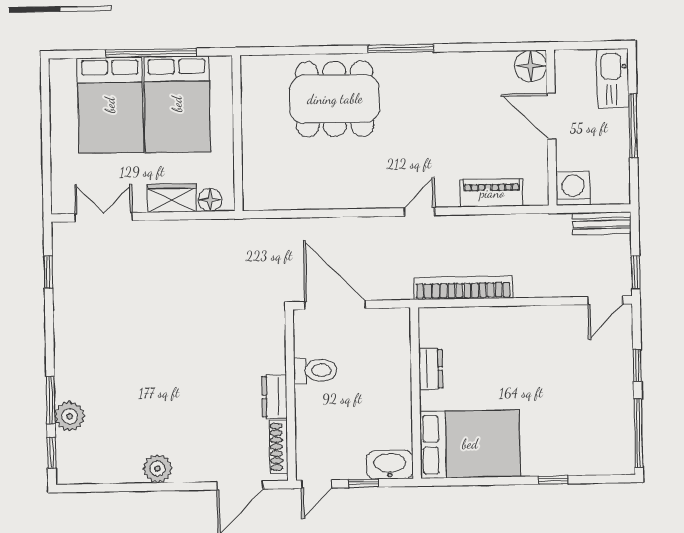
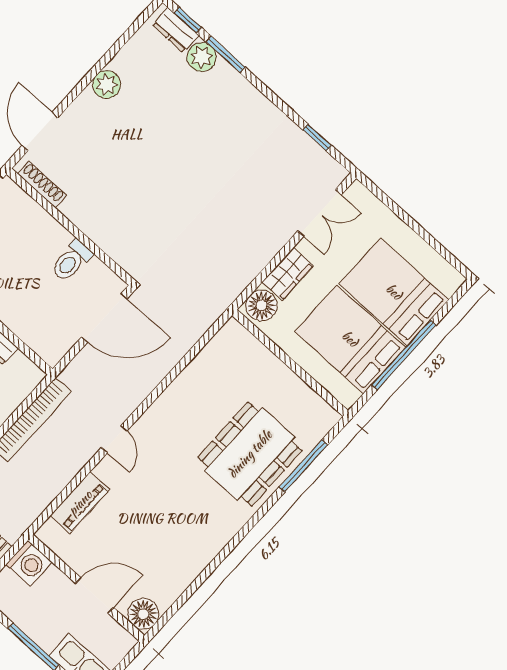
window: (401, 49) -> (303, 466), moved
floor lamp: (210, 200) -> (261, 305), width x1.38, depth x1.38
dresser: (274, 397) -> (175, 30), moved, turned 180

